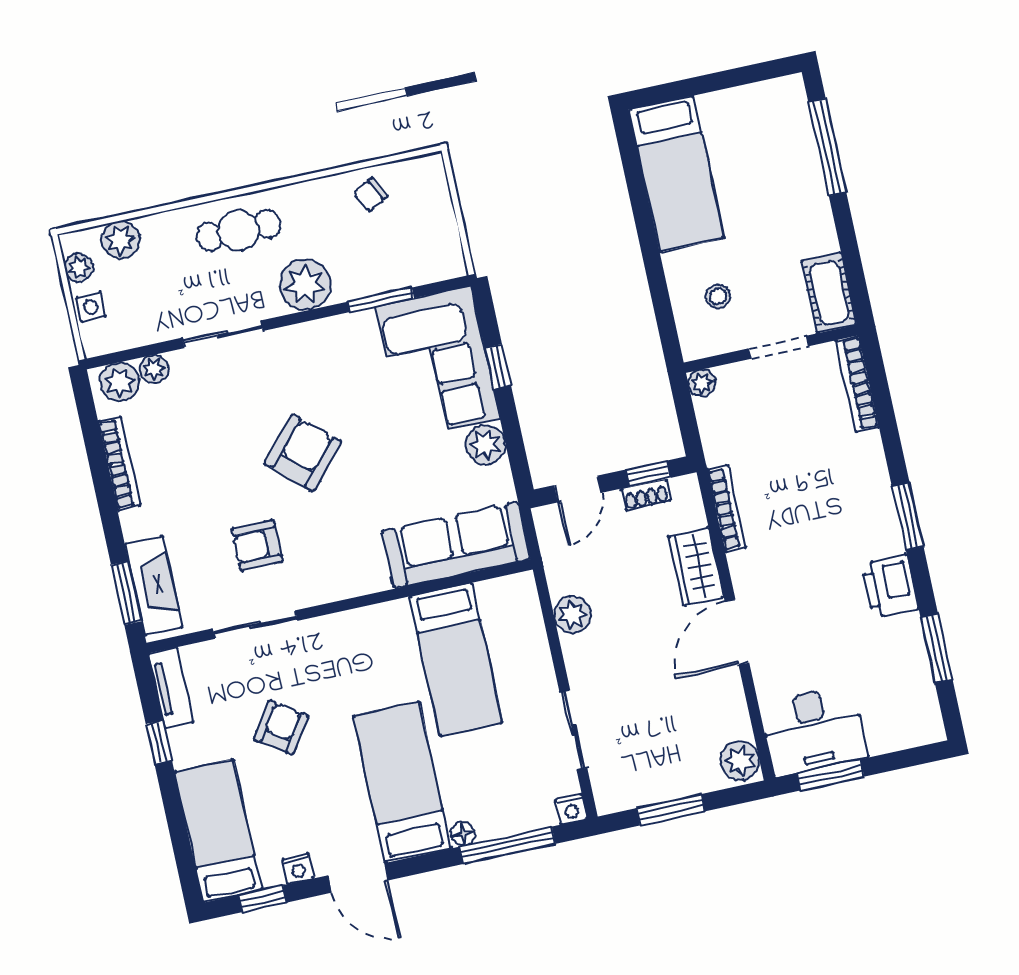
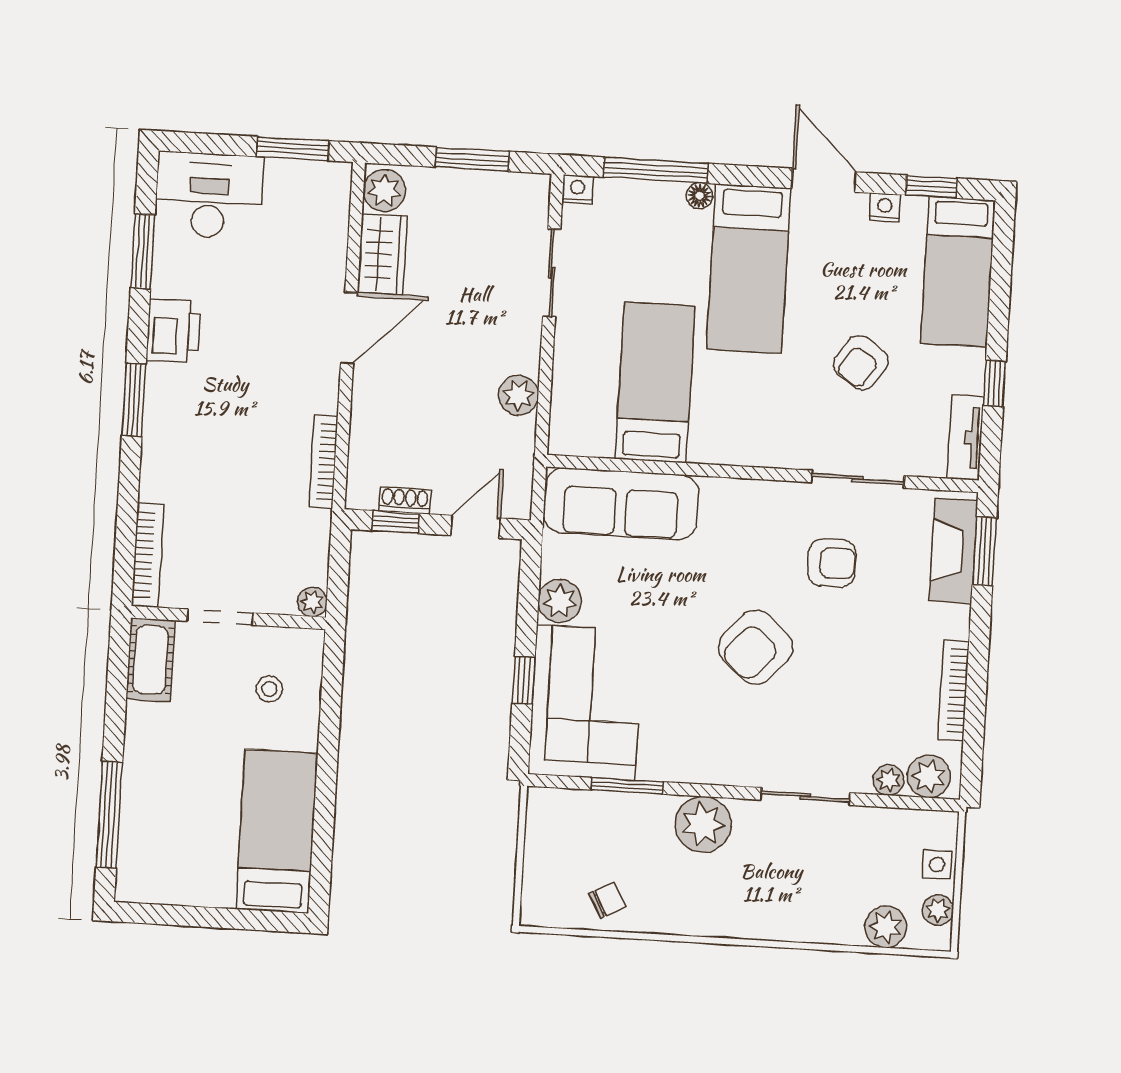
cafe table: (239, 230) -> (758, 902), removed
wardrobe: (696, 567) -> (382, 254), moved
desk: (813, 731) -> (209, 195), moved

